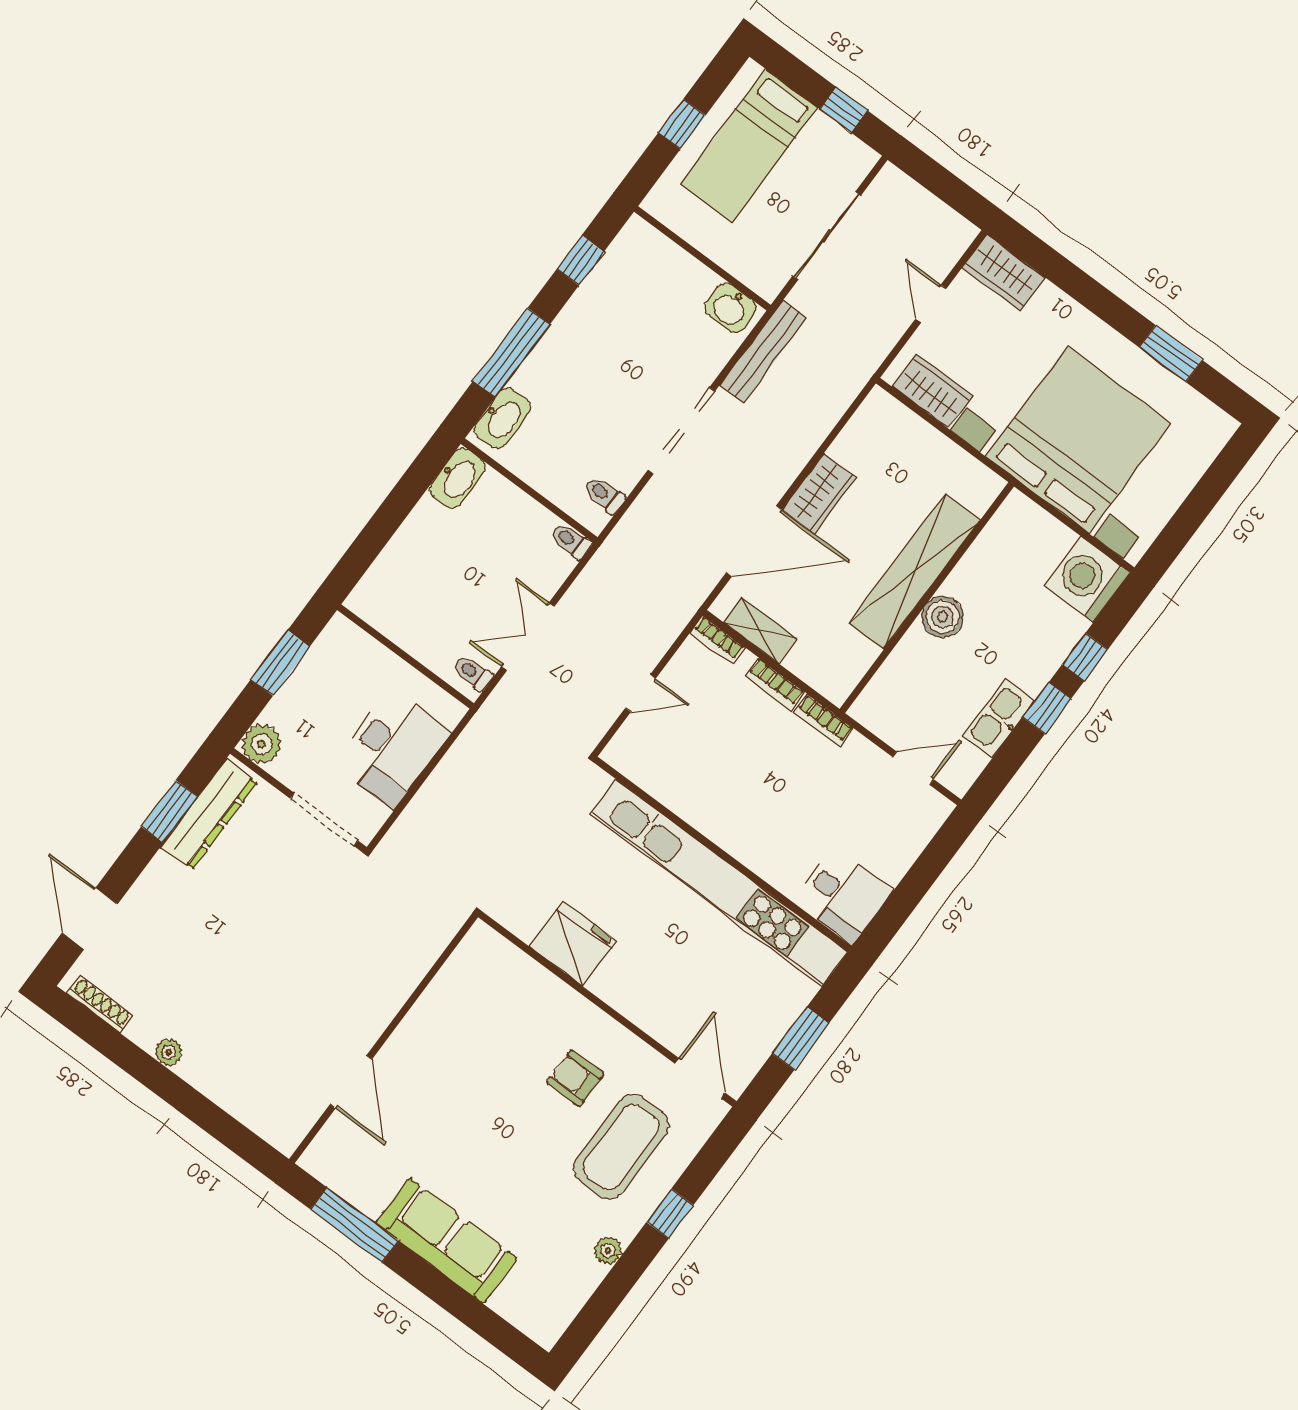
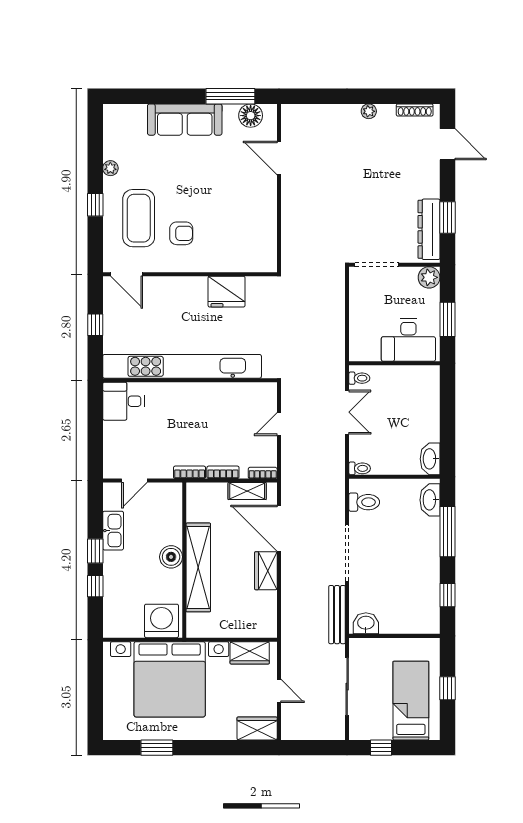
toilet: (604, 495) -> (364, 502), width x1.37, depth x1.39
door: (754, 541) -> (279, 528), hinge flipped
washing machine: (1087, 579) -> (161, 621), moved, turned -90
desk: (392, 748) -> (408, 340), moved, turned -90
window: (801, 1038) -> (95, 325), width x0.67
floor lamp: (346, 1175) -> (251, 116), added

